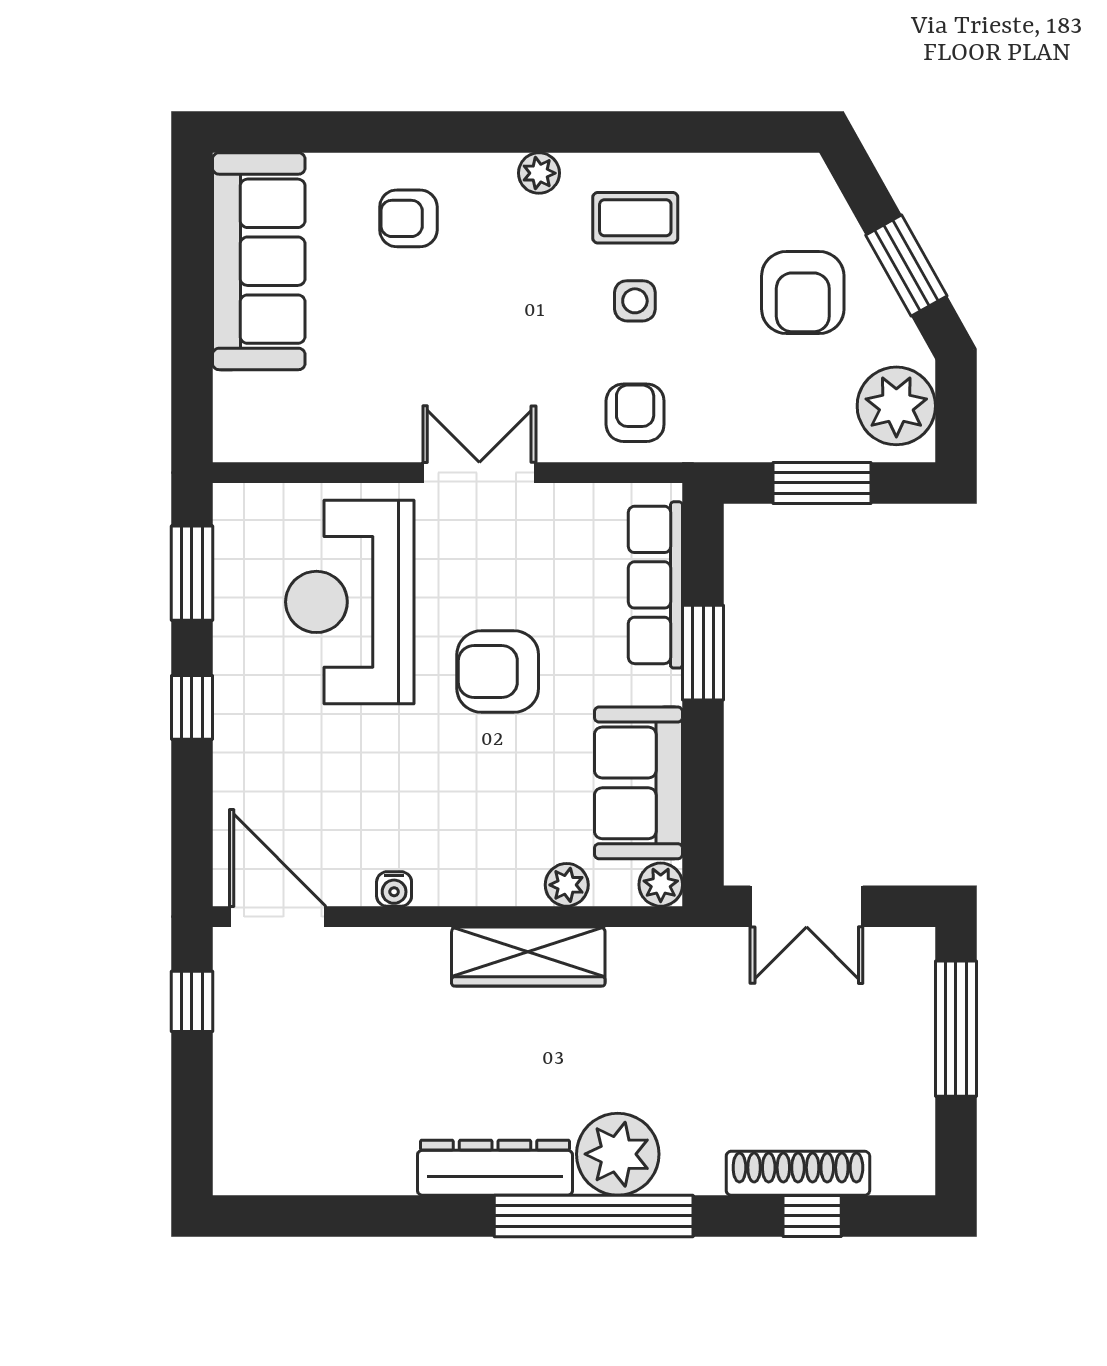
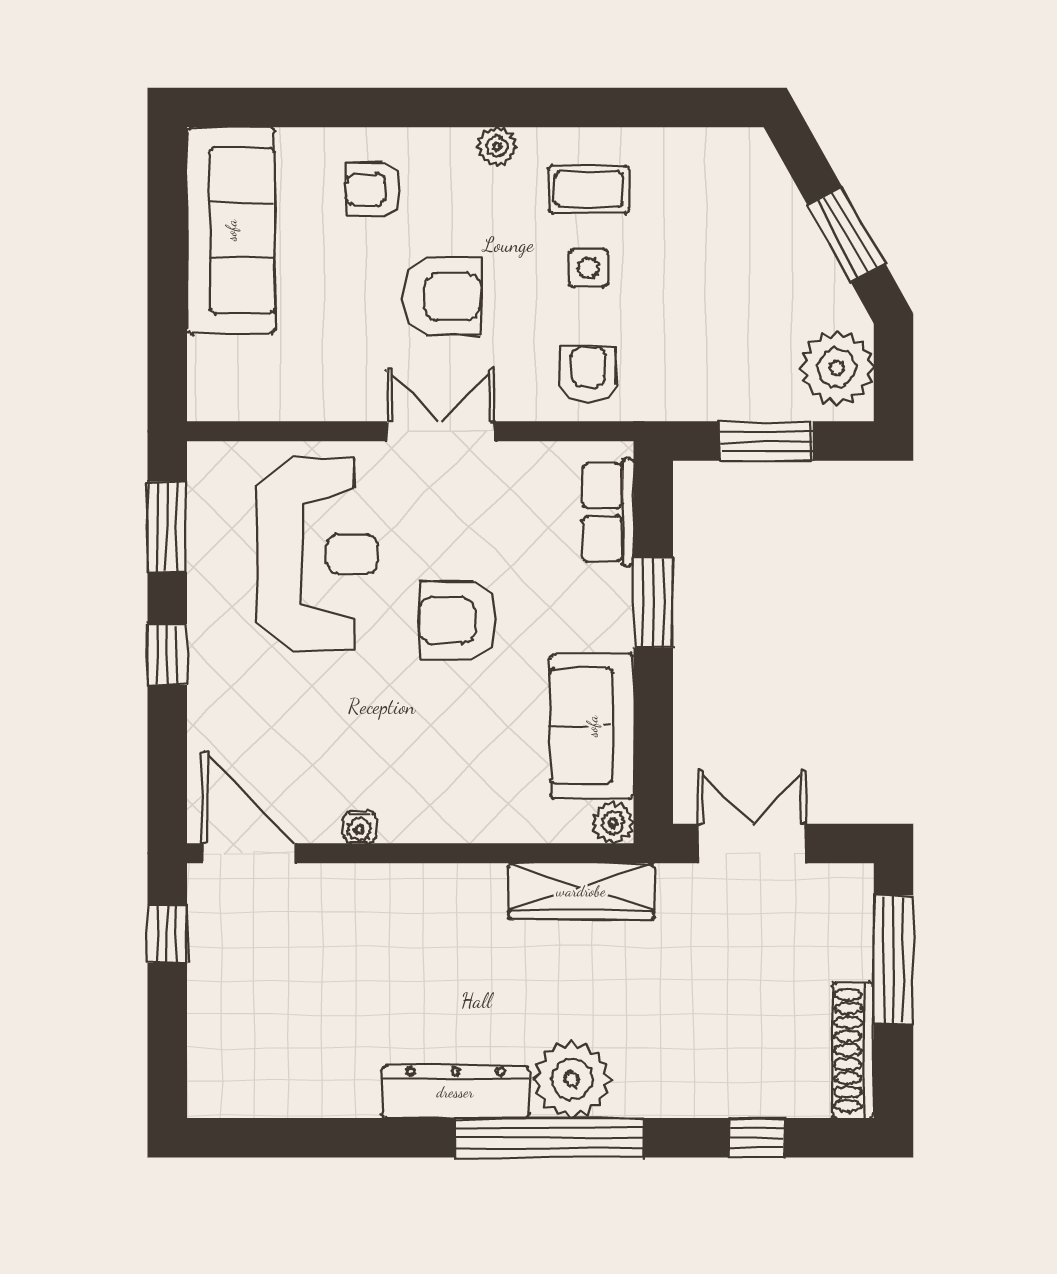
armchair: (803, 292) -> (442, 297), moved, turned -90
row of seats: (655, 585) -> (608, 512), width x0.68
reception desk: (350, 602) -> (317, 554), turned 180
plant: (567, 885) -> (524, 823), removed
double door: (807, 906) -> (752, 843), swing flipped
wardrobe: (528, 957) -> (581, 891), moved
shoe rack: (798, 1173) -> (853, 1050), moved, turned -90

